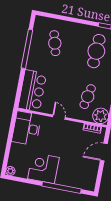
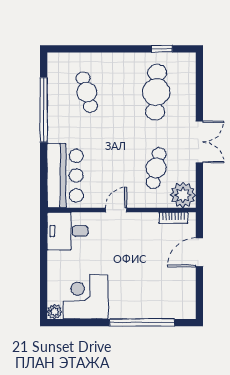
door: (59, 117) -> (116, 210), hinge flipped
desk: (27, 128) -> (68, 231), width x0.73
corner desk: (43, 168) -> (86, 297), moved

